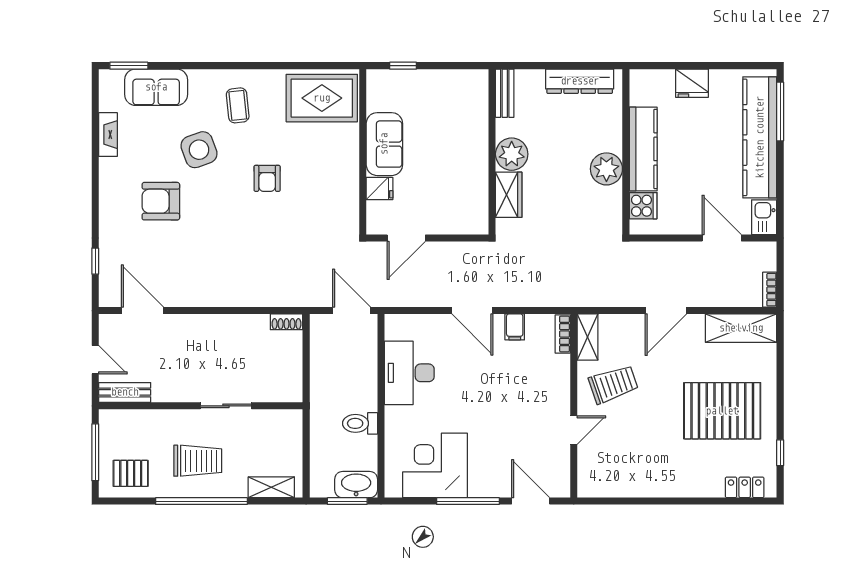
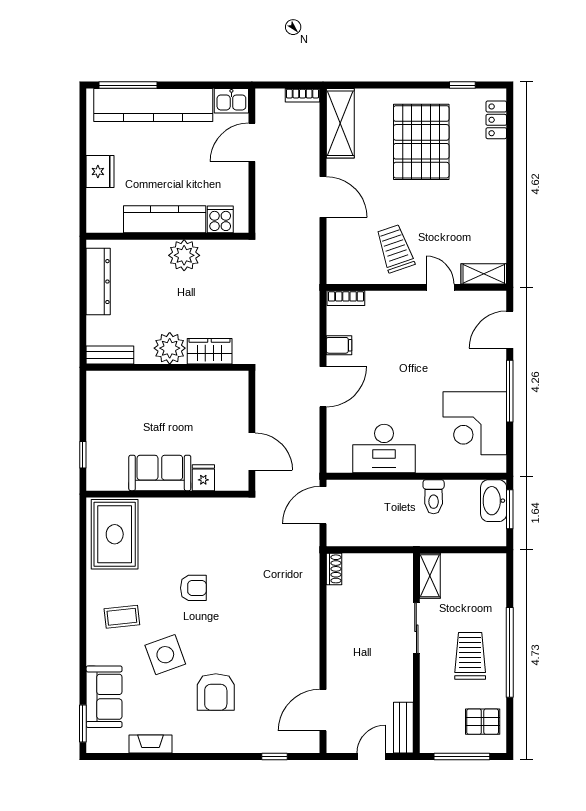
shelving: (588, 337) -> (484, 274), moved
pallet: (131, 473) -> (483, 722), turned 90
shelving: (271, 487) -> (430, 576), moved

